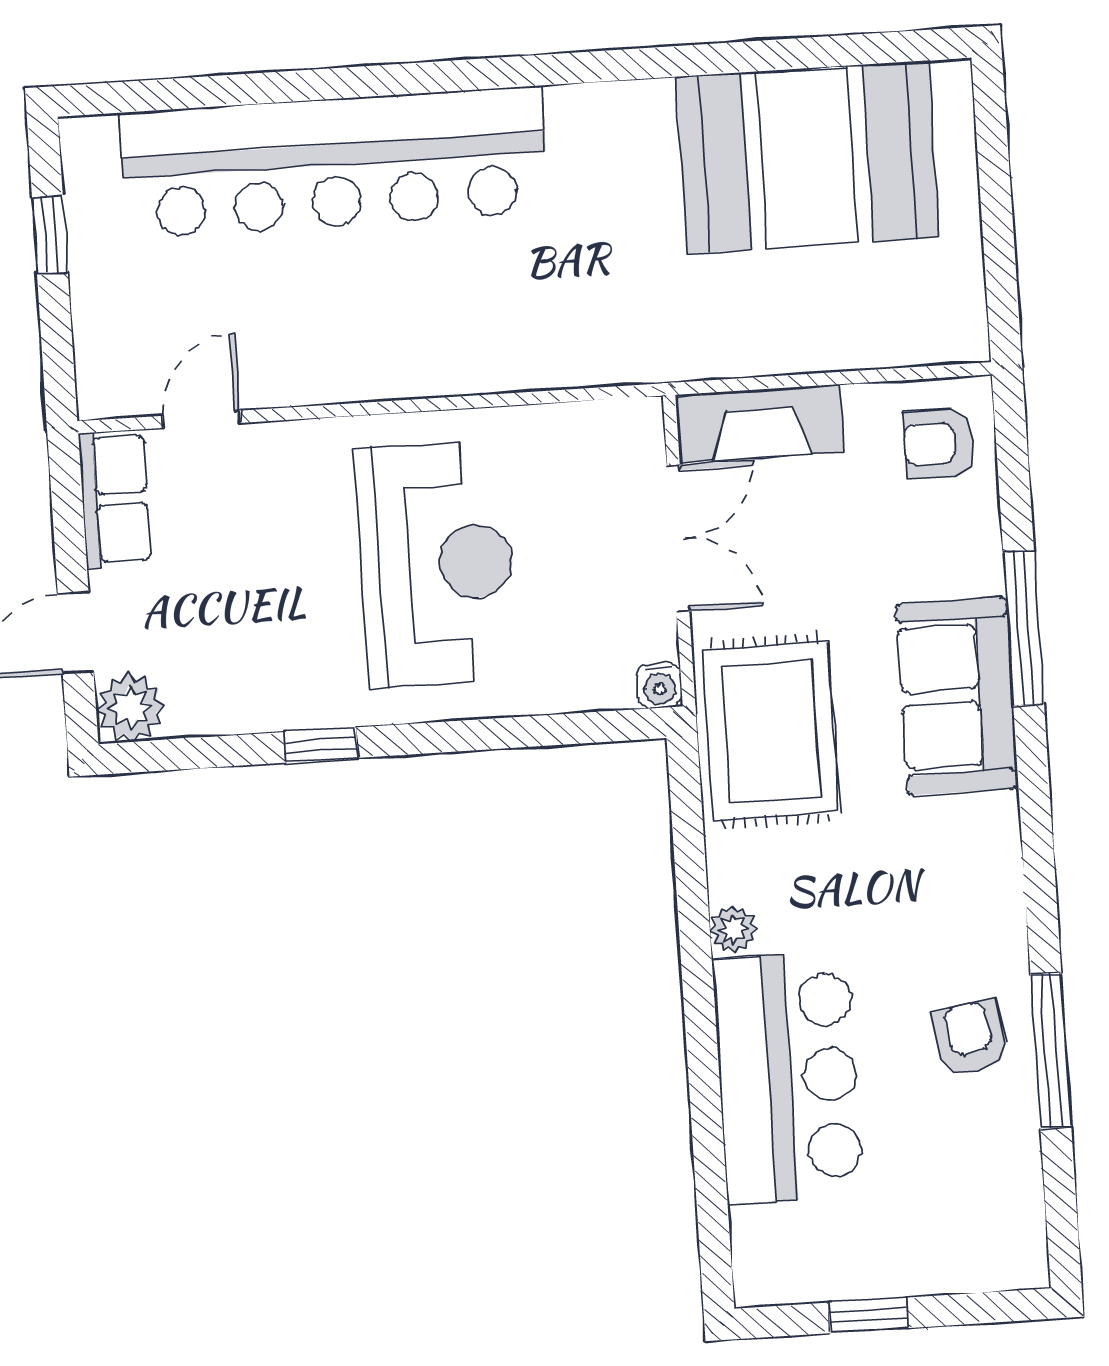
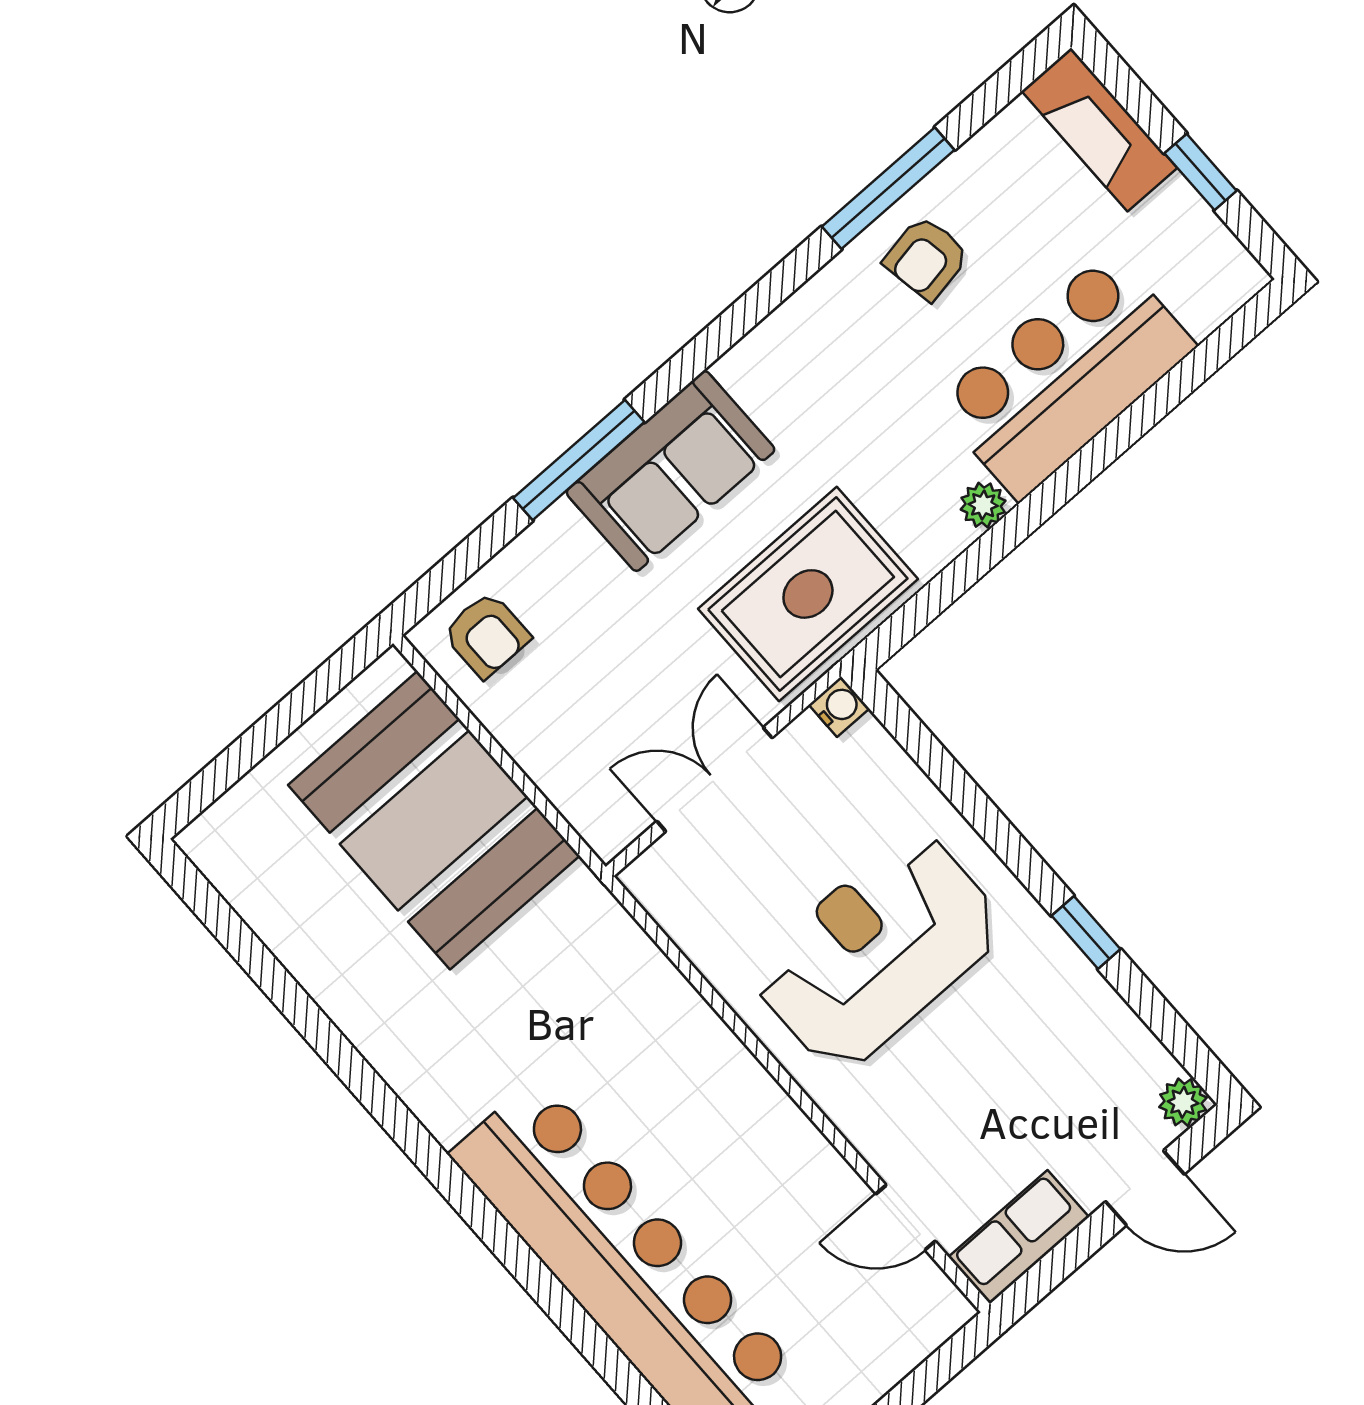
booth: (808, 157) -> (434, 820), moved
fireplace: (760, 423) -> (1099, 129), moved, turned 180
plant: (130, 708) -> (1183, 1102), width x0.73, depth x0.73

